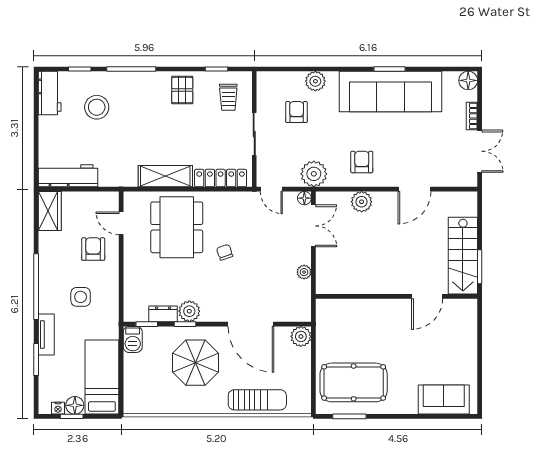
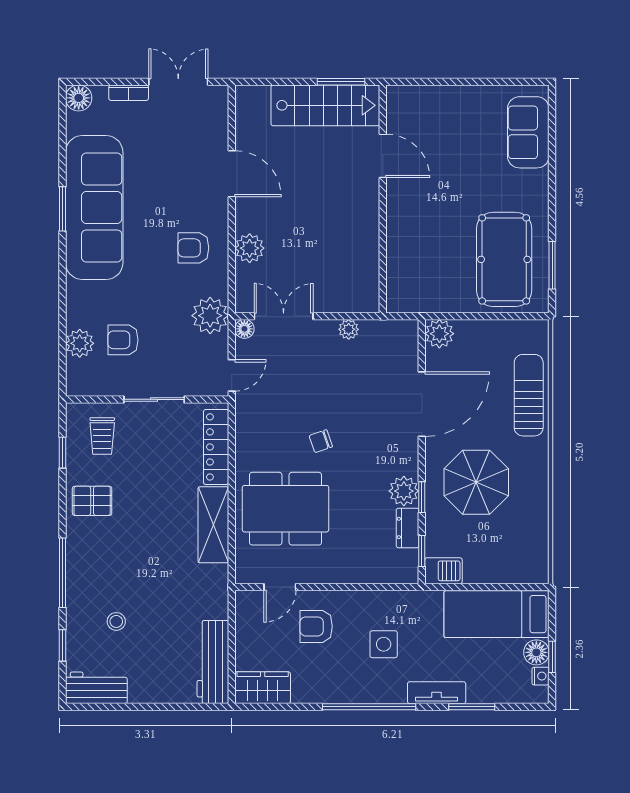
plant: (315, 81) -> (80, 343), moved
trolley: (228, 97) -> (102, 436), turned 90
stool: (97, 107) -> (116, 621), width x0.53, depth x0.53

